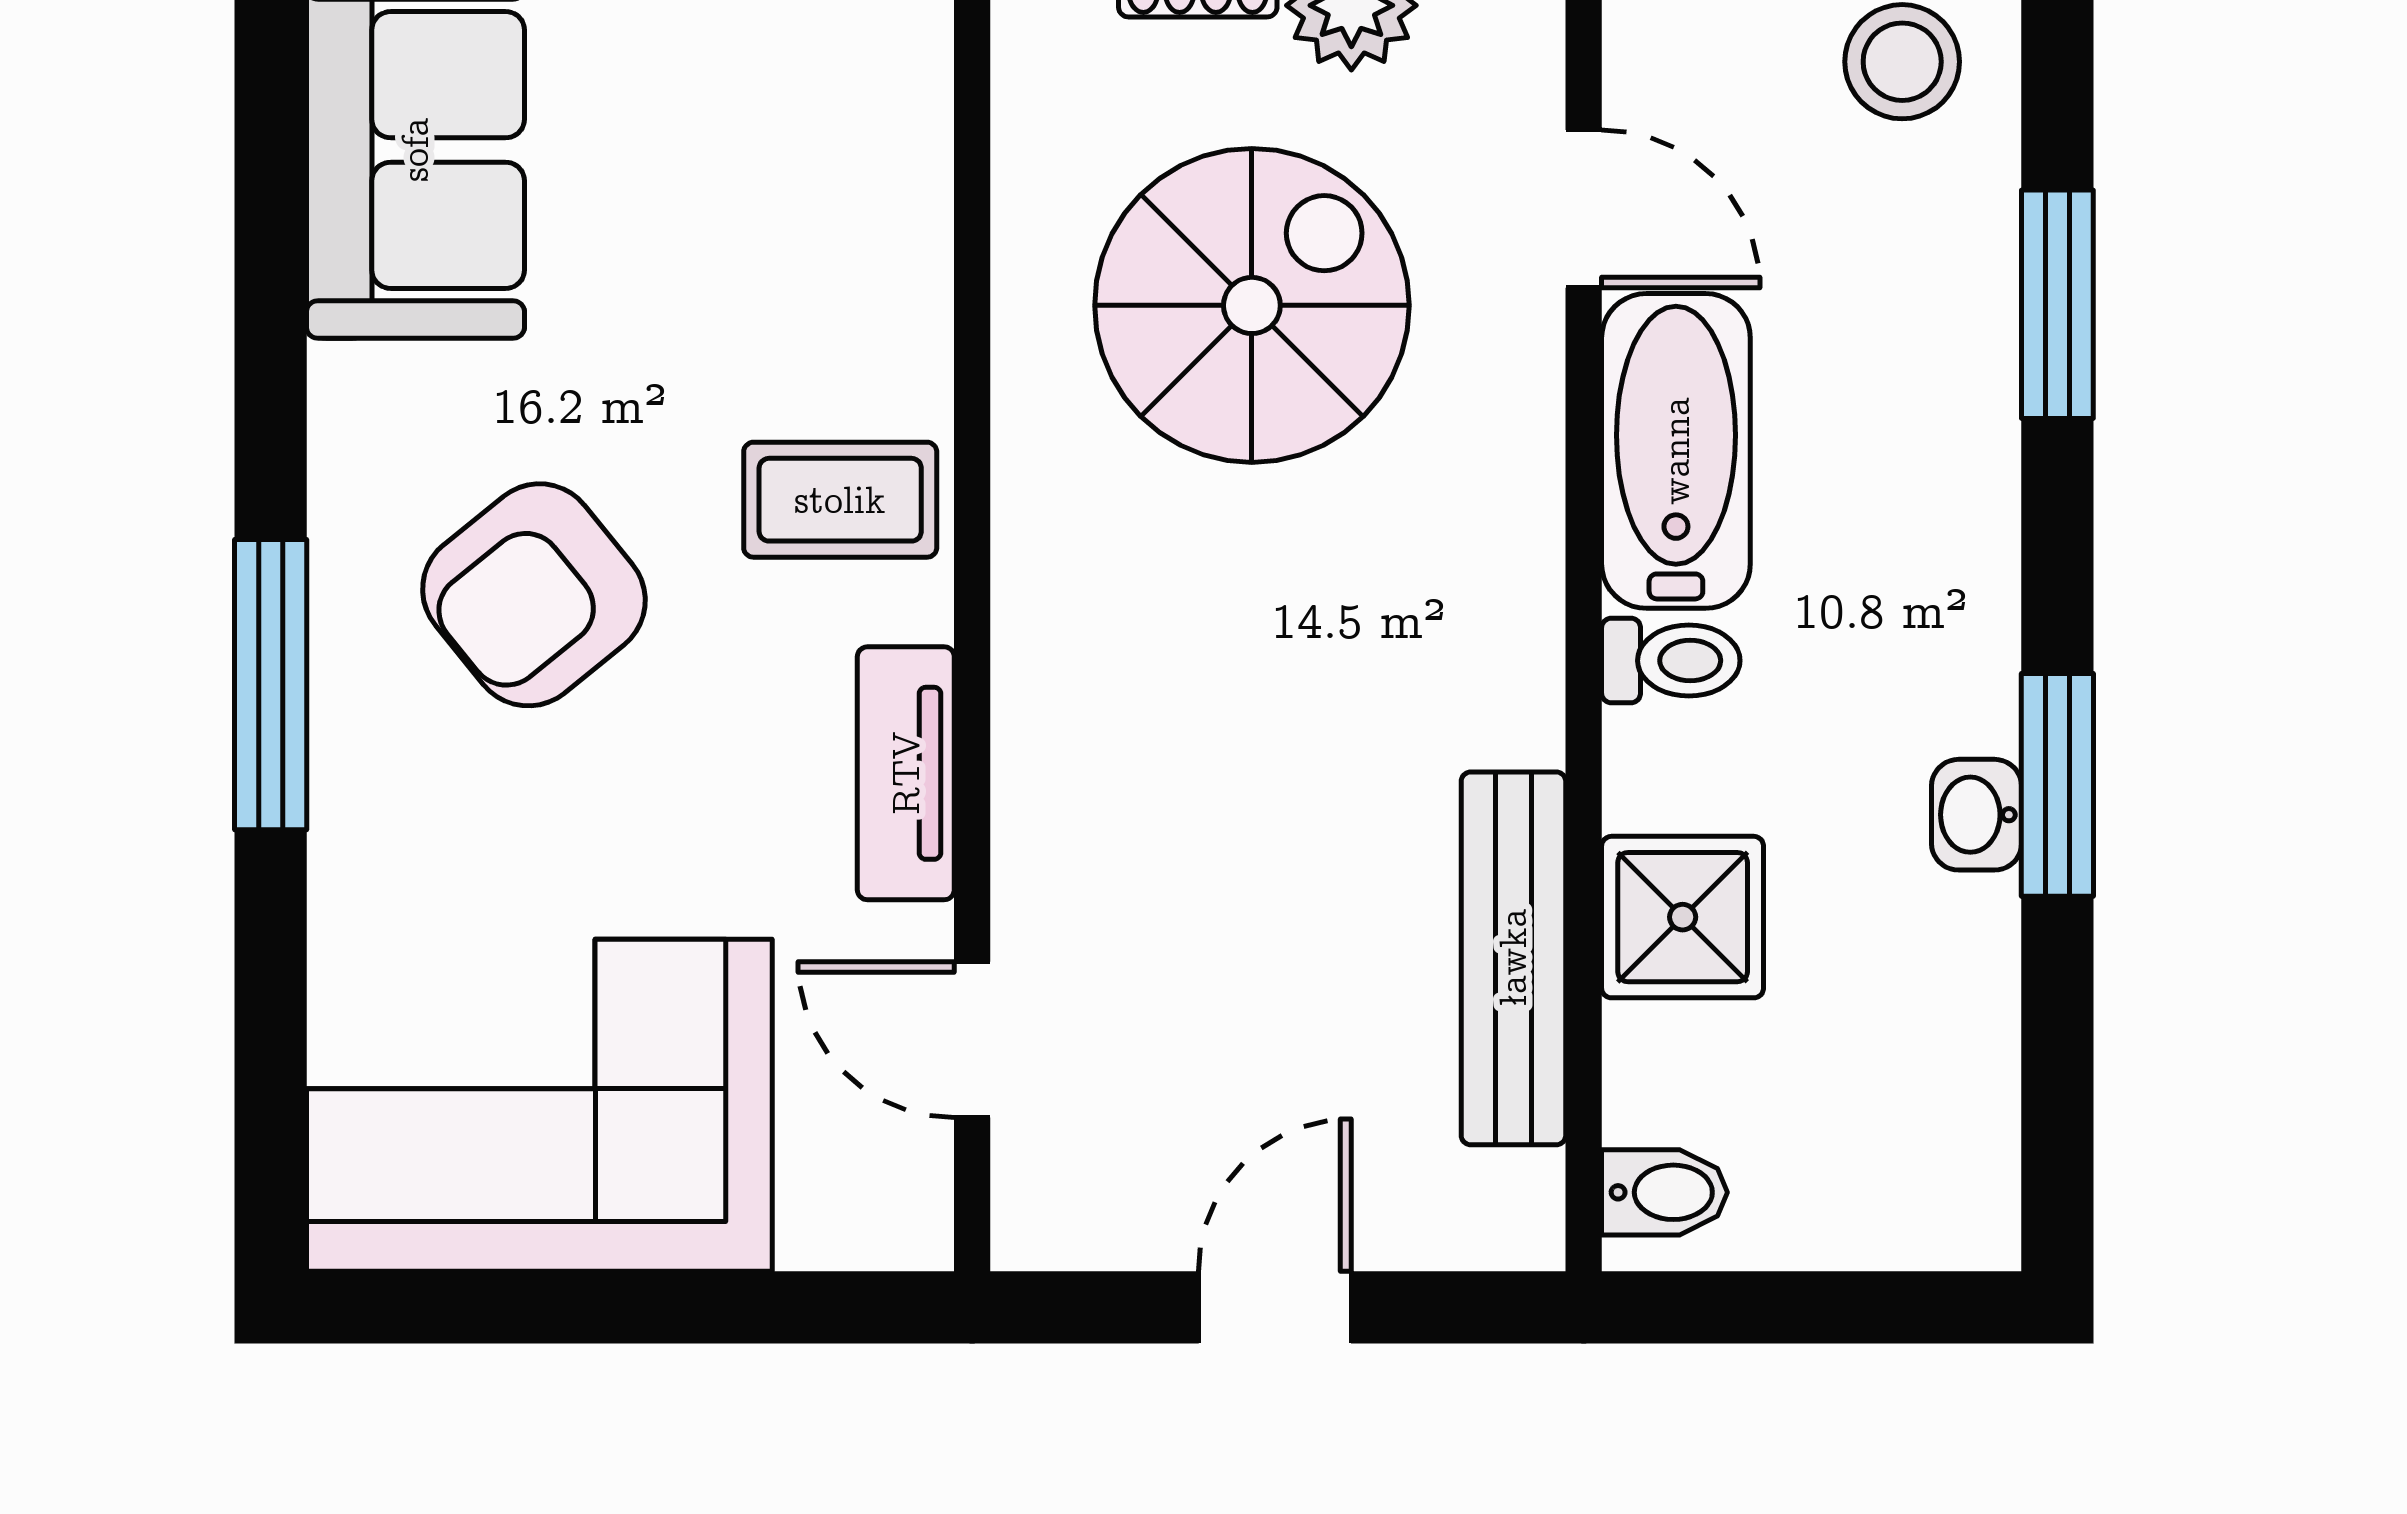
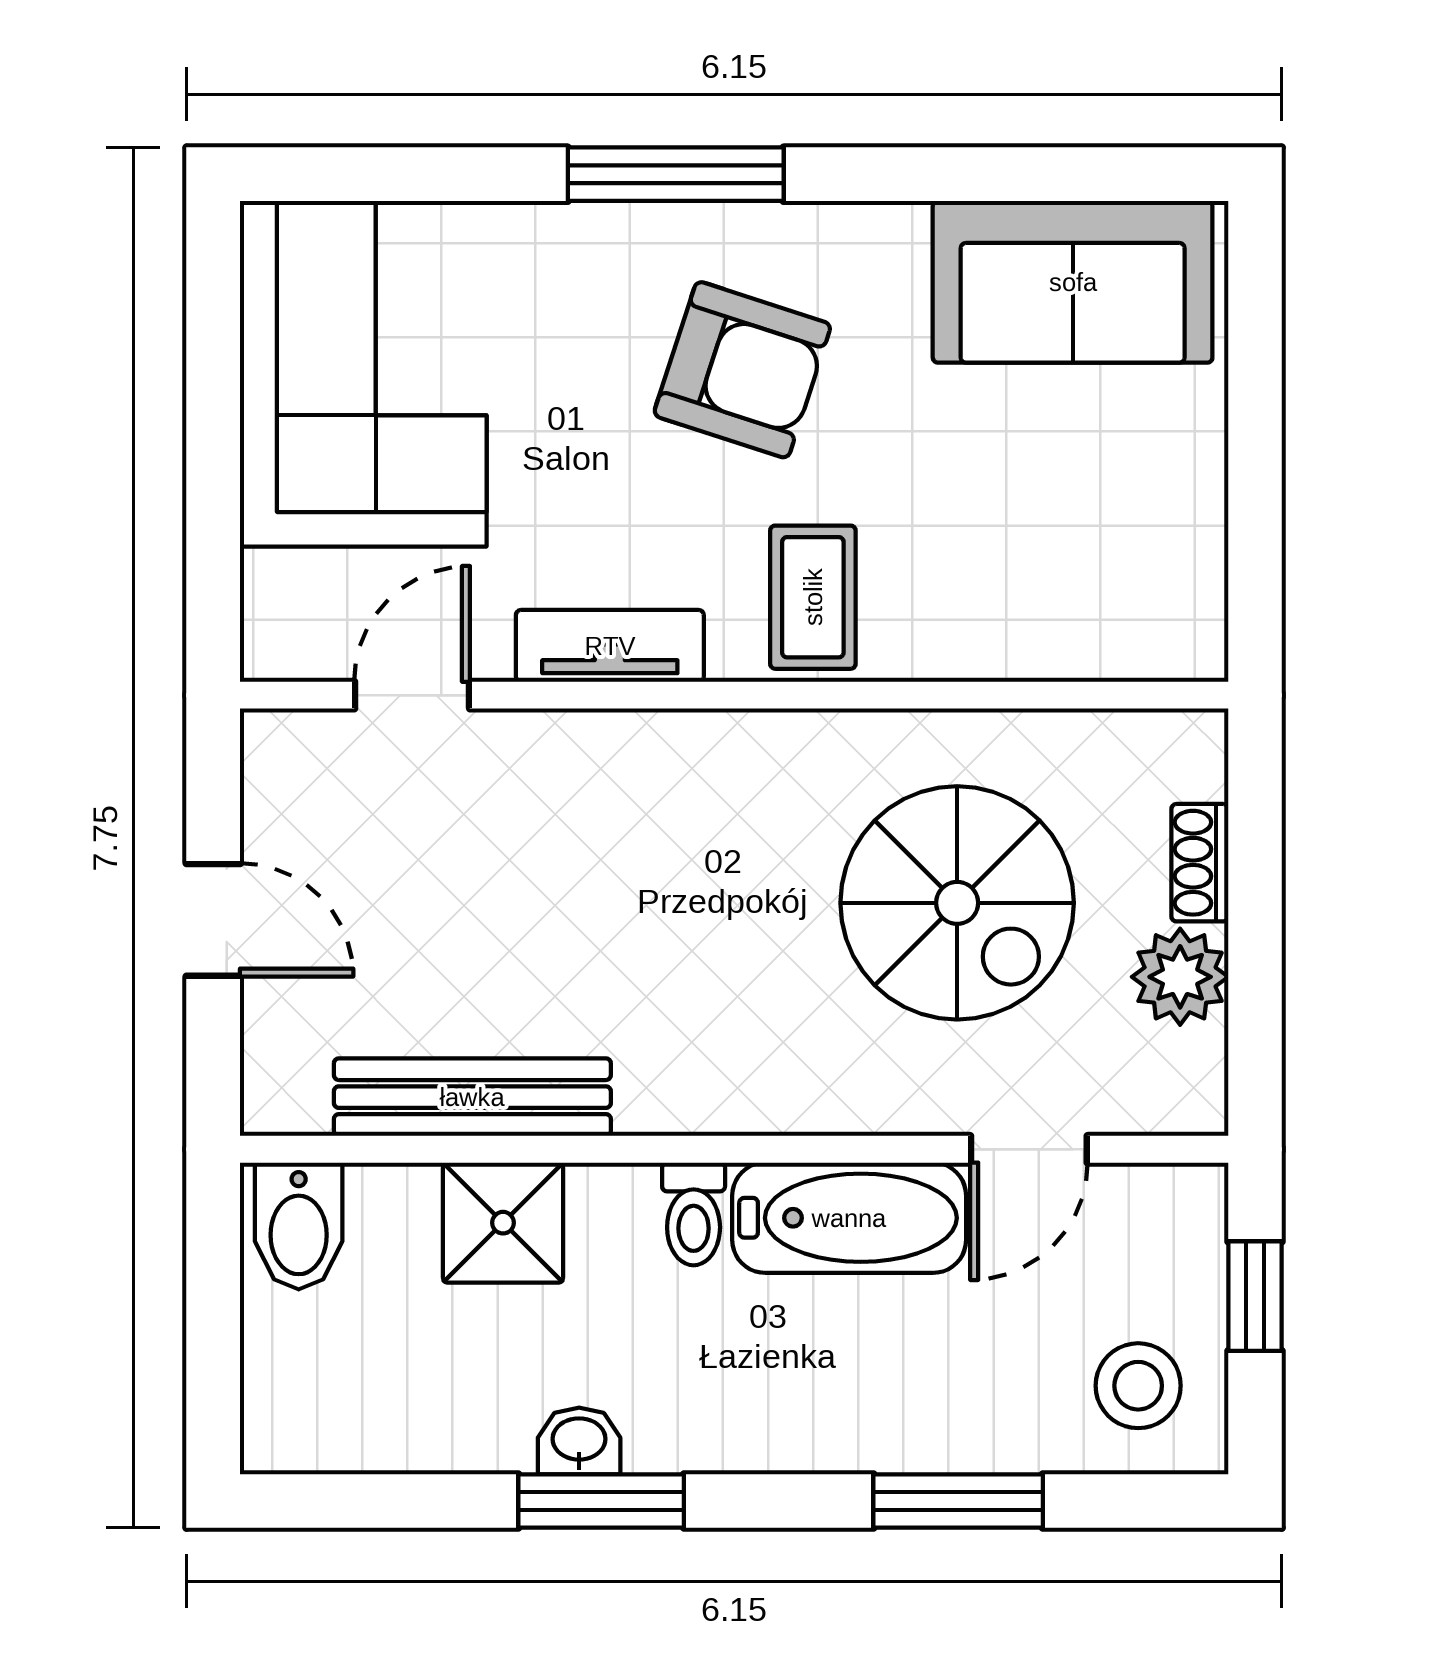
armchair: (534, 595) -> (742, 370), turned 147
bidet: (1665, 1192) -> (299, 1226), width x1.38, depth x1.36

